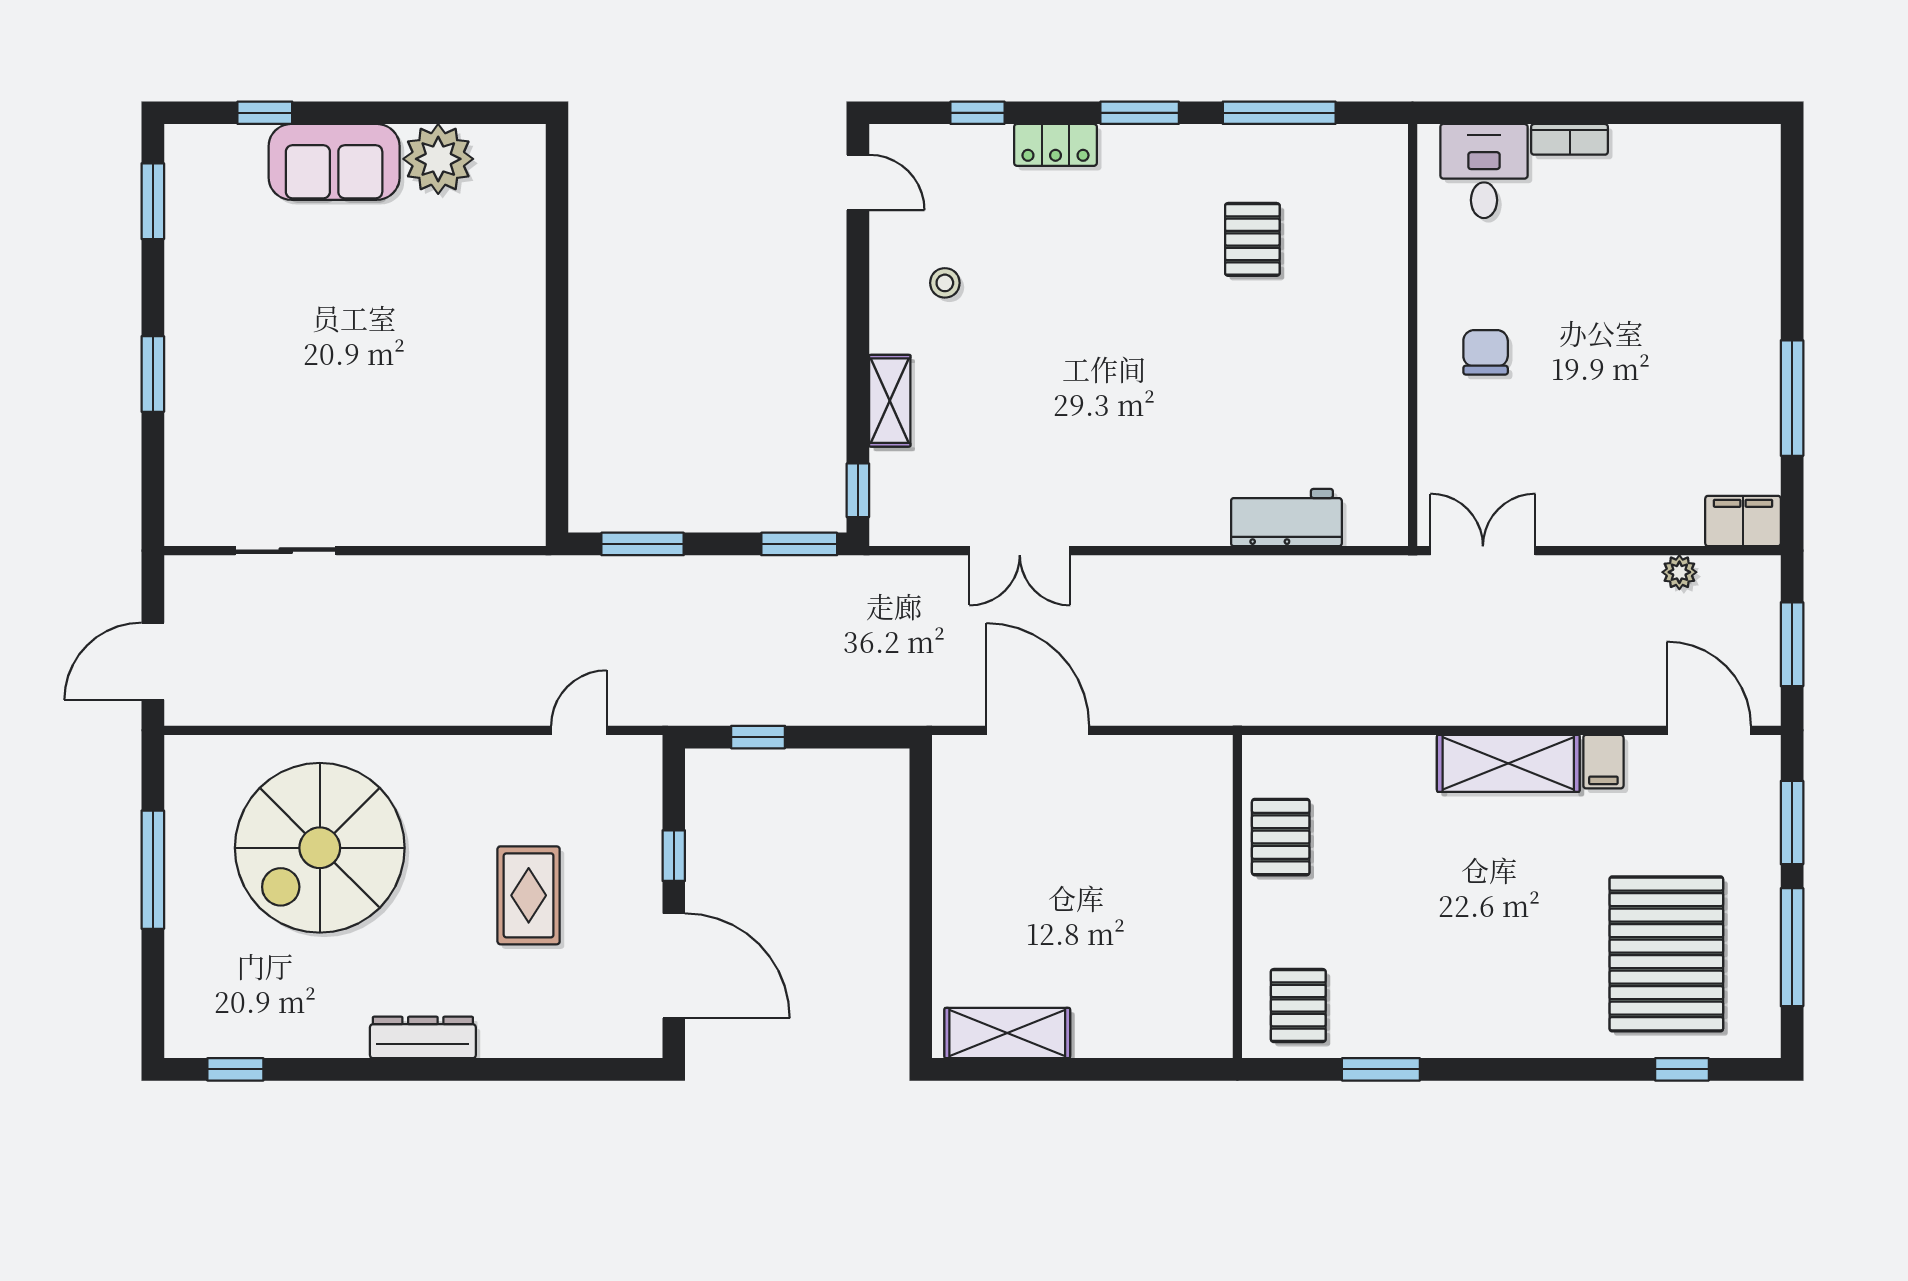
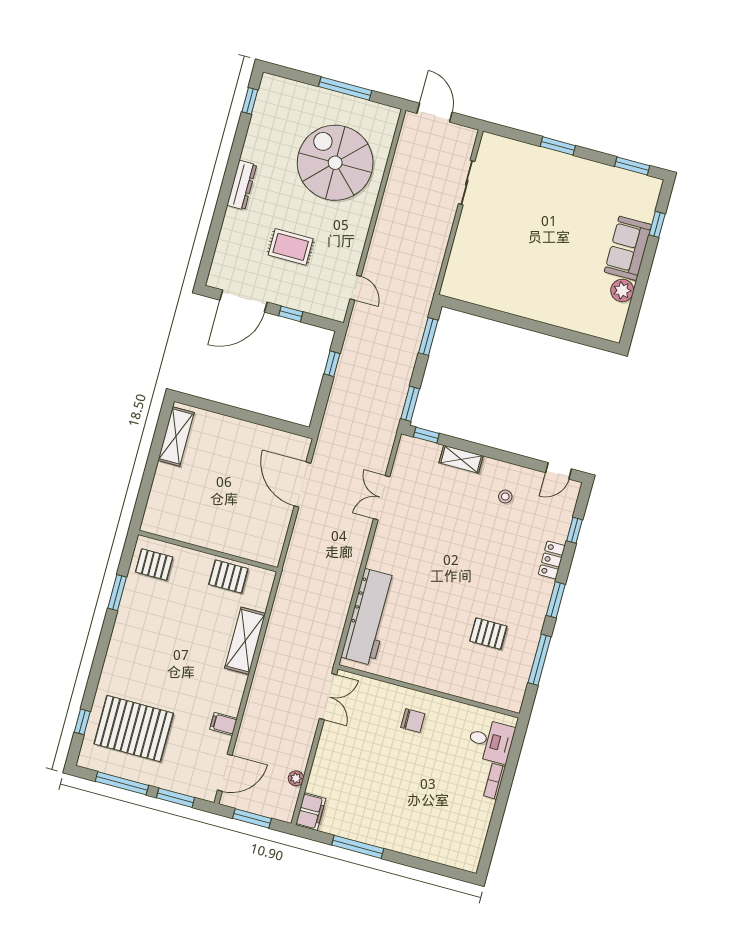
plant: (438, 159) -> (622, 290), width x0.73, depth x0.73
workbench: (1286, 518) -> (369, 617), width x1.88, depth x1.32
door: (1038, 730) -> (302, 485), swing flipped
shelving: (1508, 763) -> (245, 641), moved

